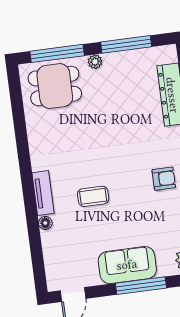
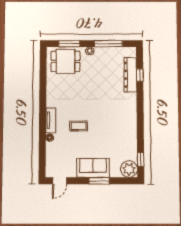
window: (57, 53) -> (69, 44), width x0.69
armchair: (164, 179) -> (120, 121), removed
window: (141, 286) -> (99, 181), width x0.69

